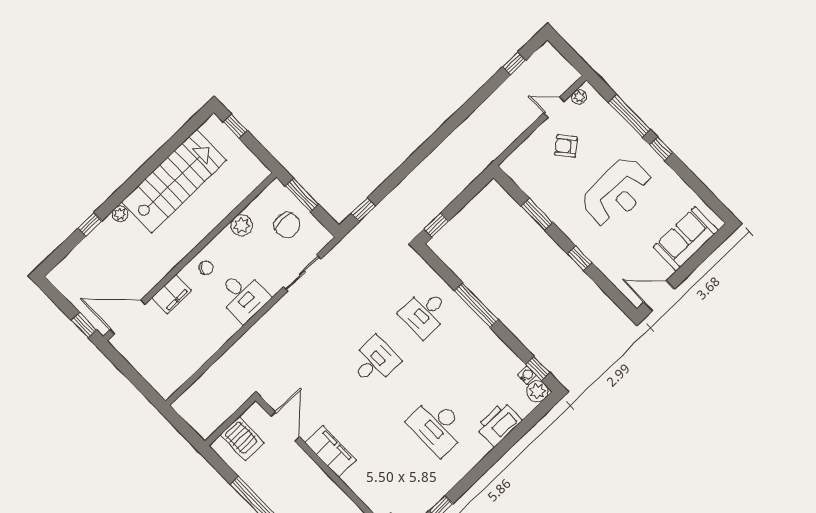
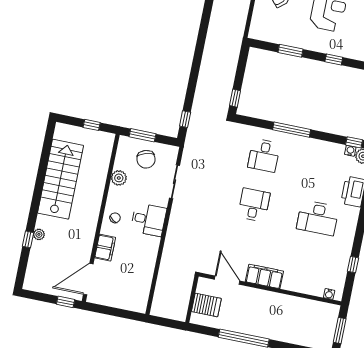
window: (235, 126) -> (92, 125), moved
plant: (120, 214) -> (39, 234), moved
chair: (287, 225) -> (146, 159), turned 73

